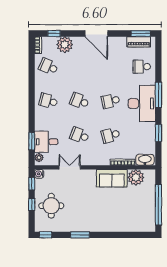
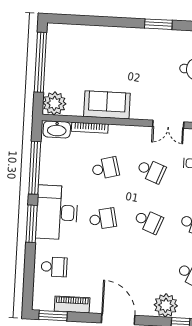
piano: (139, 42) -> (72, 304), moved
window: (158, 133) -> (35, 168), width x2.11
plant: (136, 177) -> (54, 103), moved

